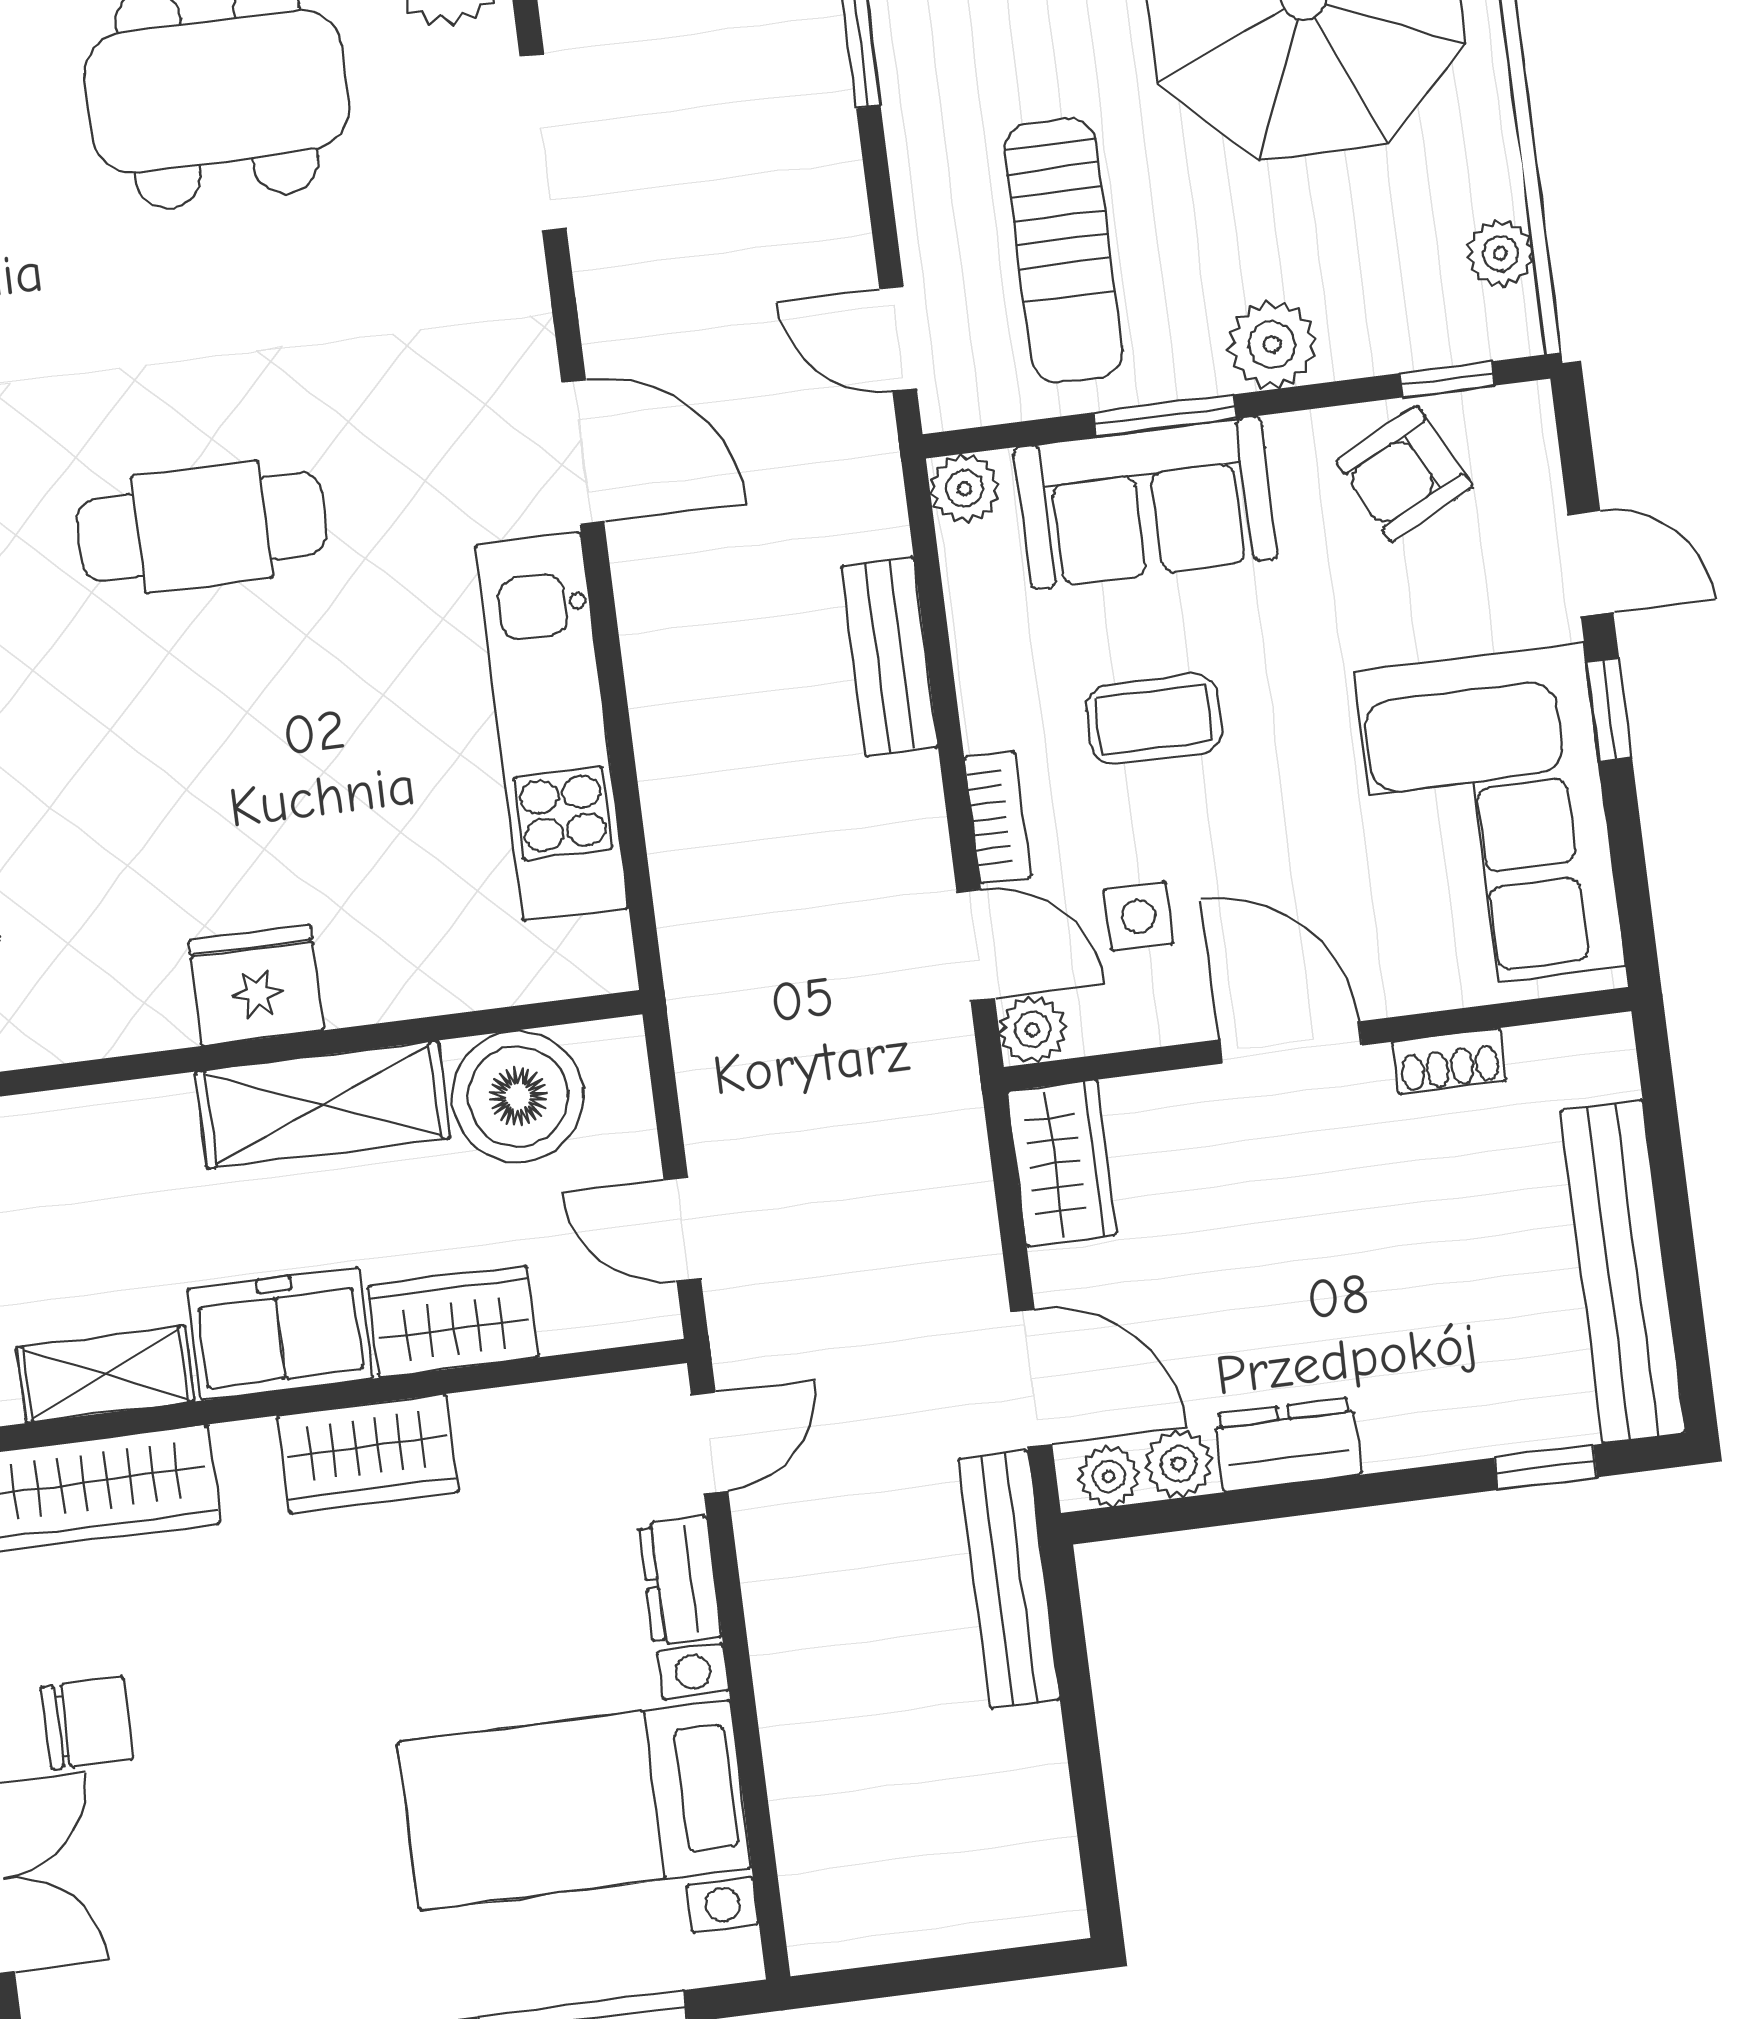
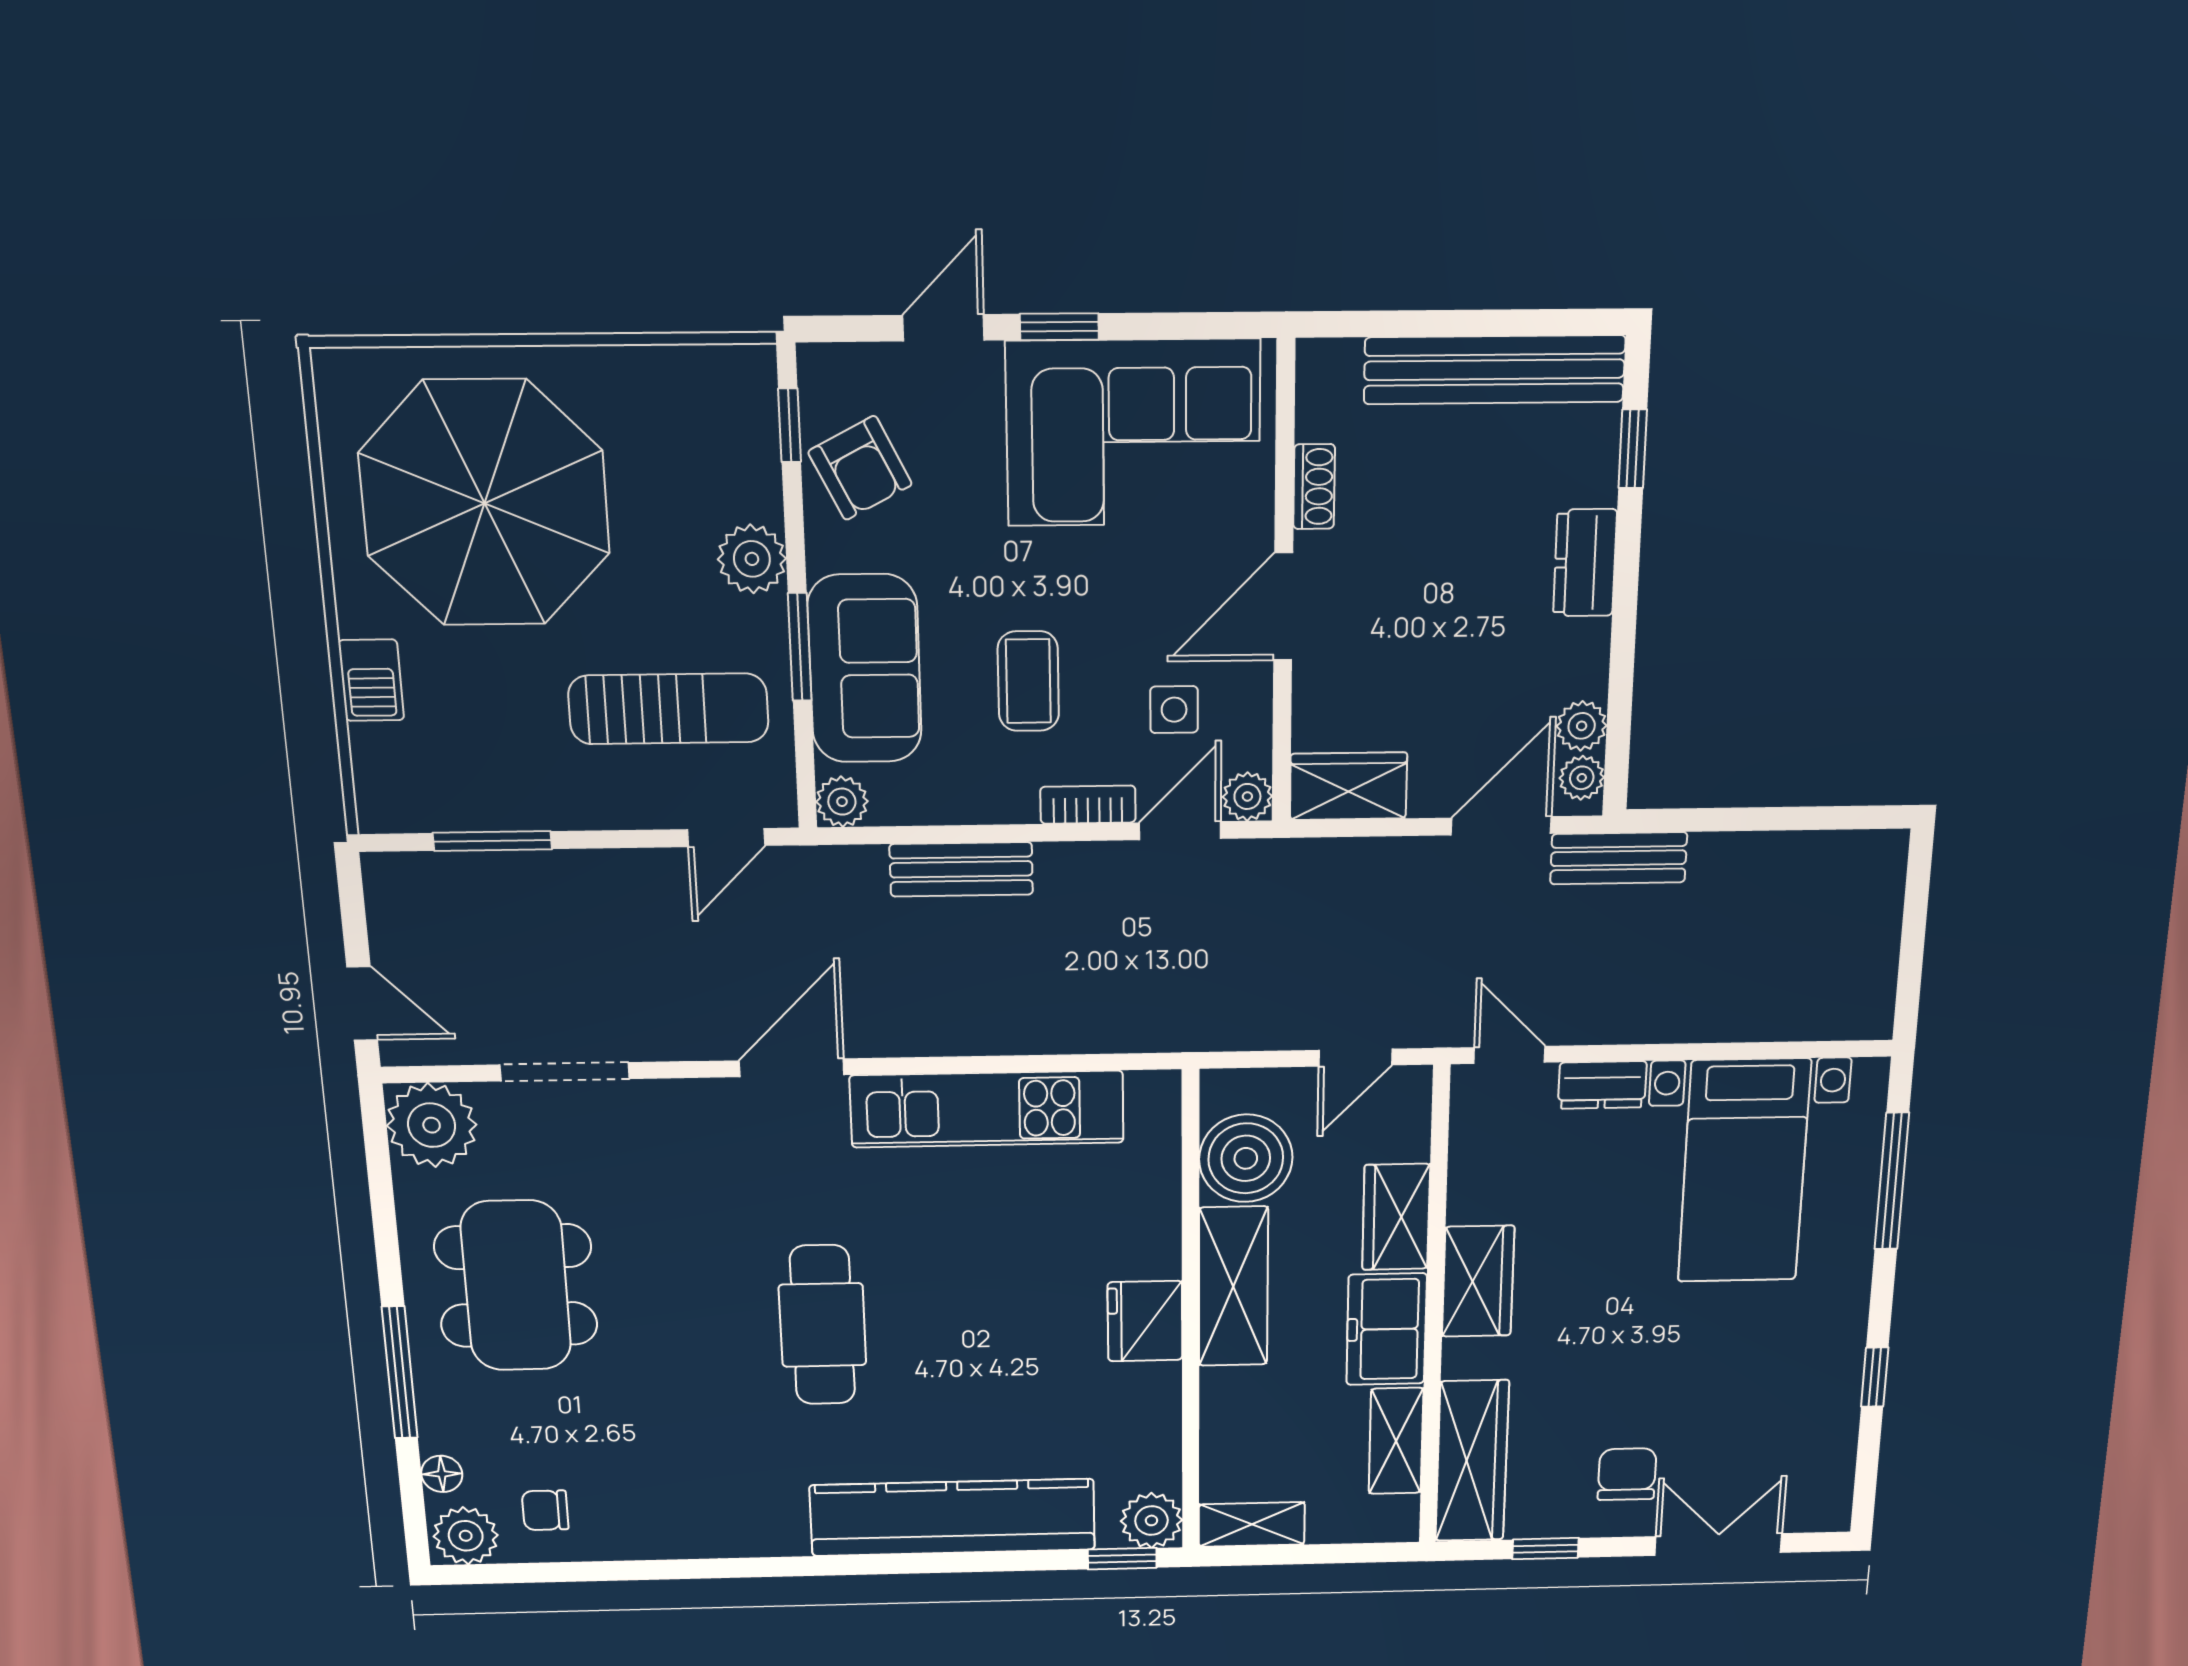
plant: (1500, 253) -> (694, 371), removed
dresser: (1287, 1444) -> (1585, 563), moved
bench: (1009, 1579) -> (1619, 858), width x0.73

